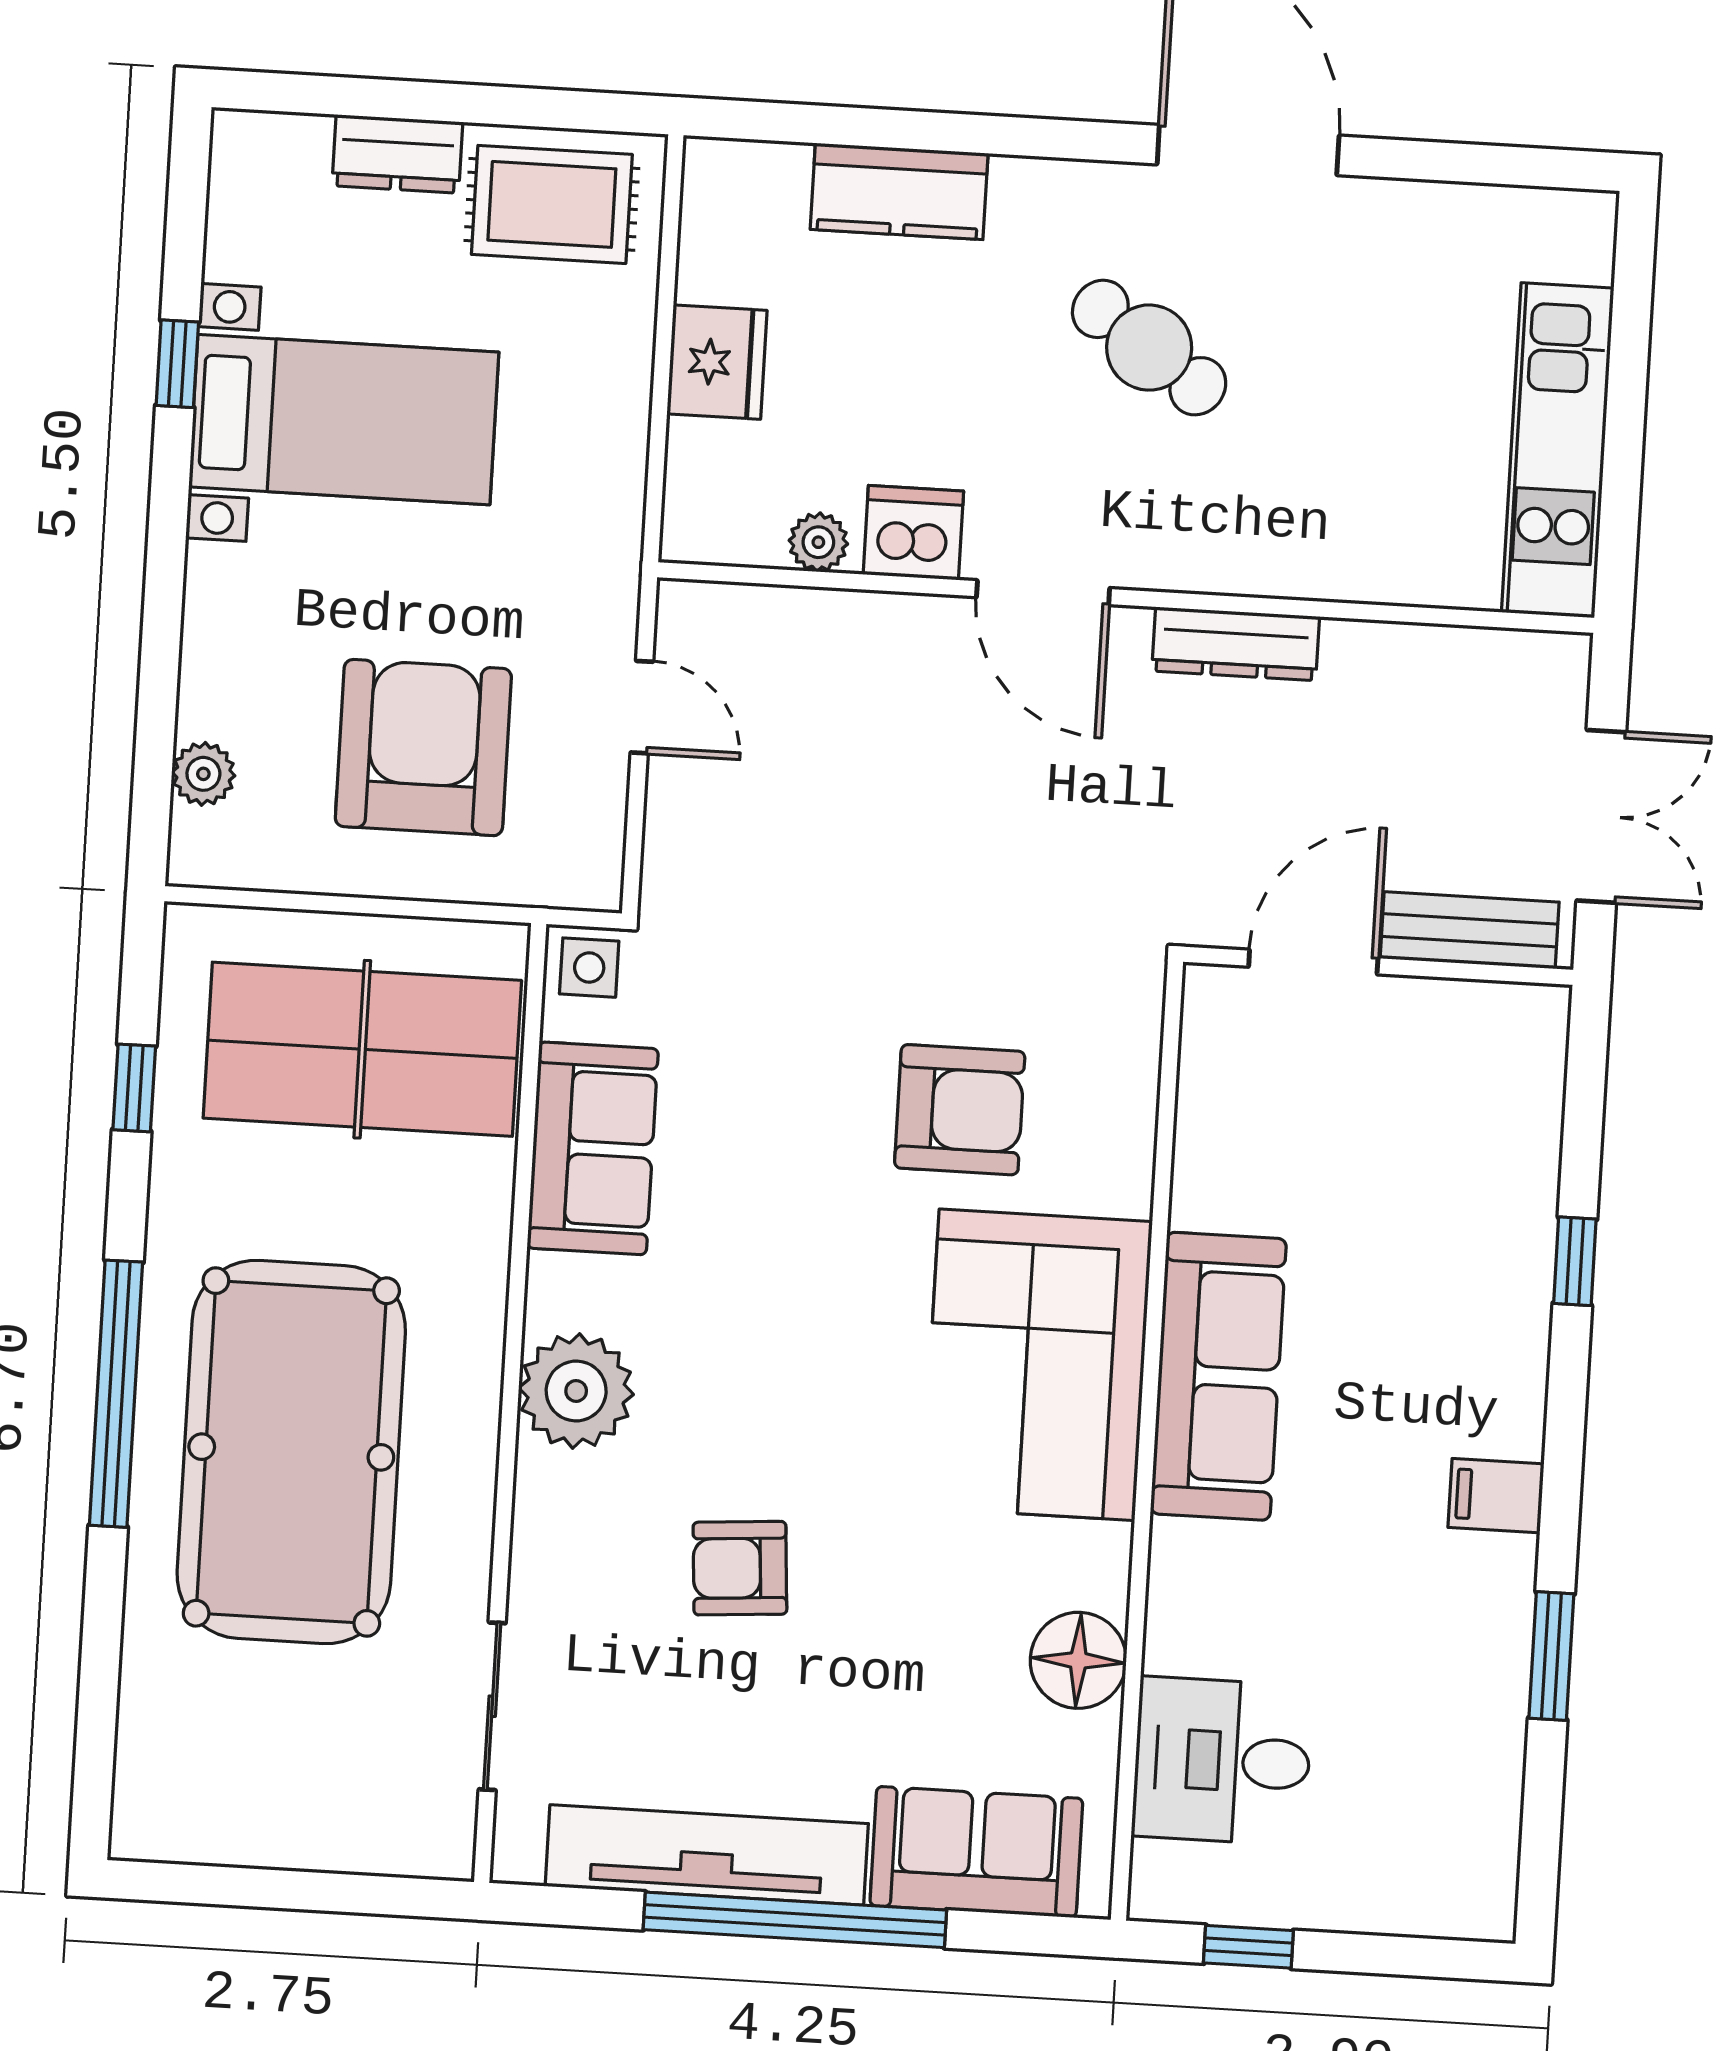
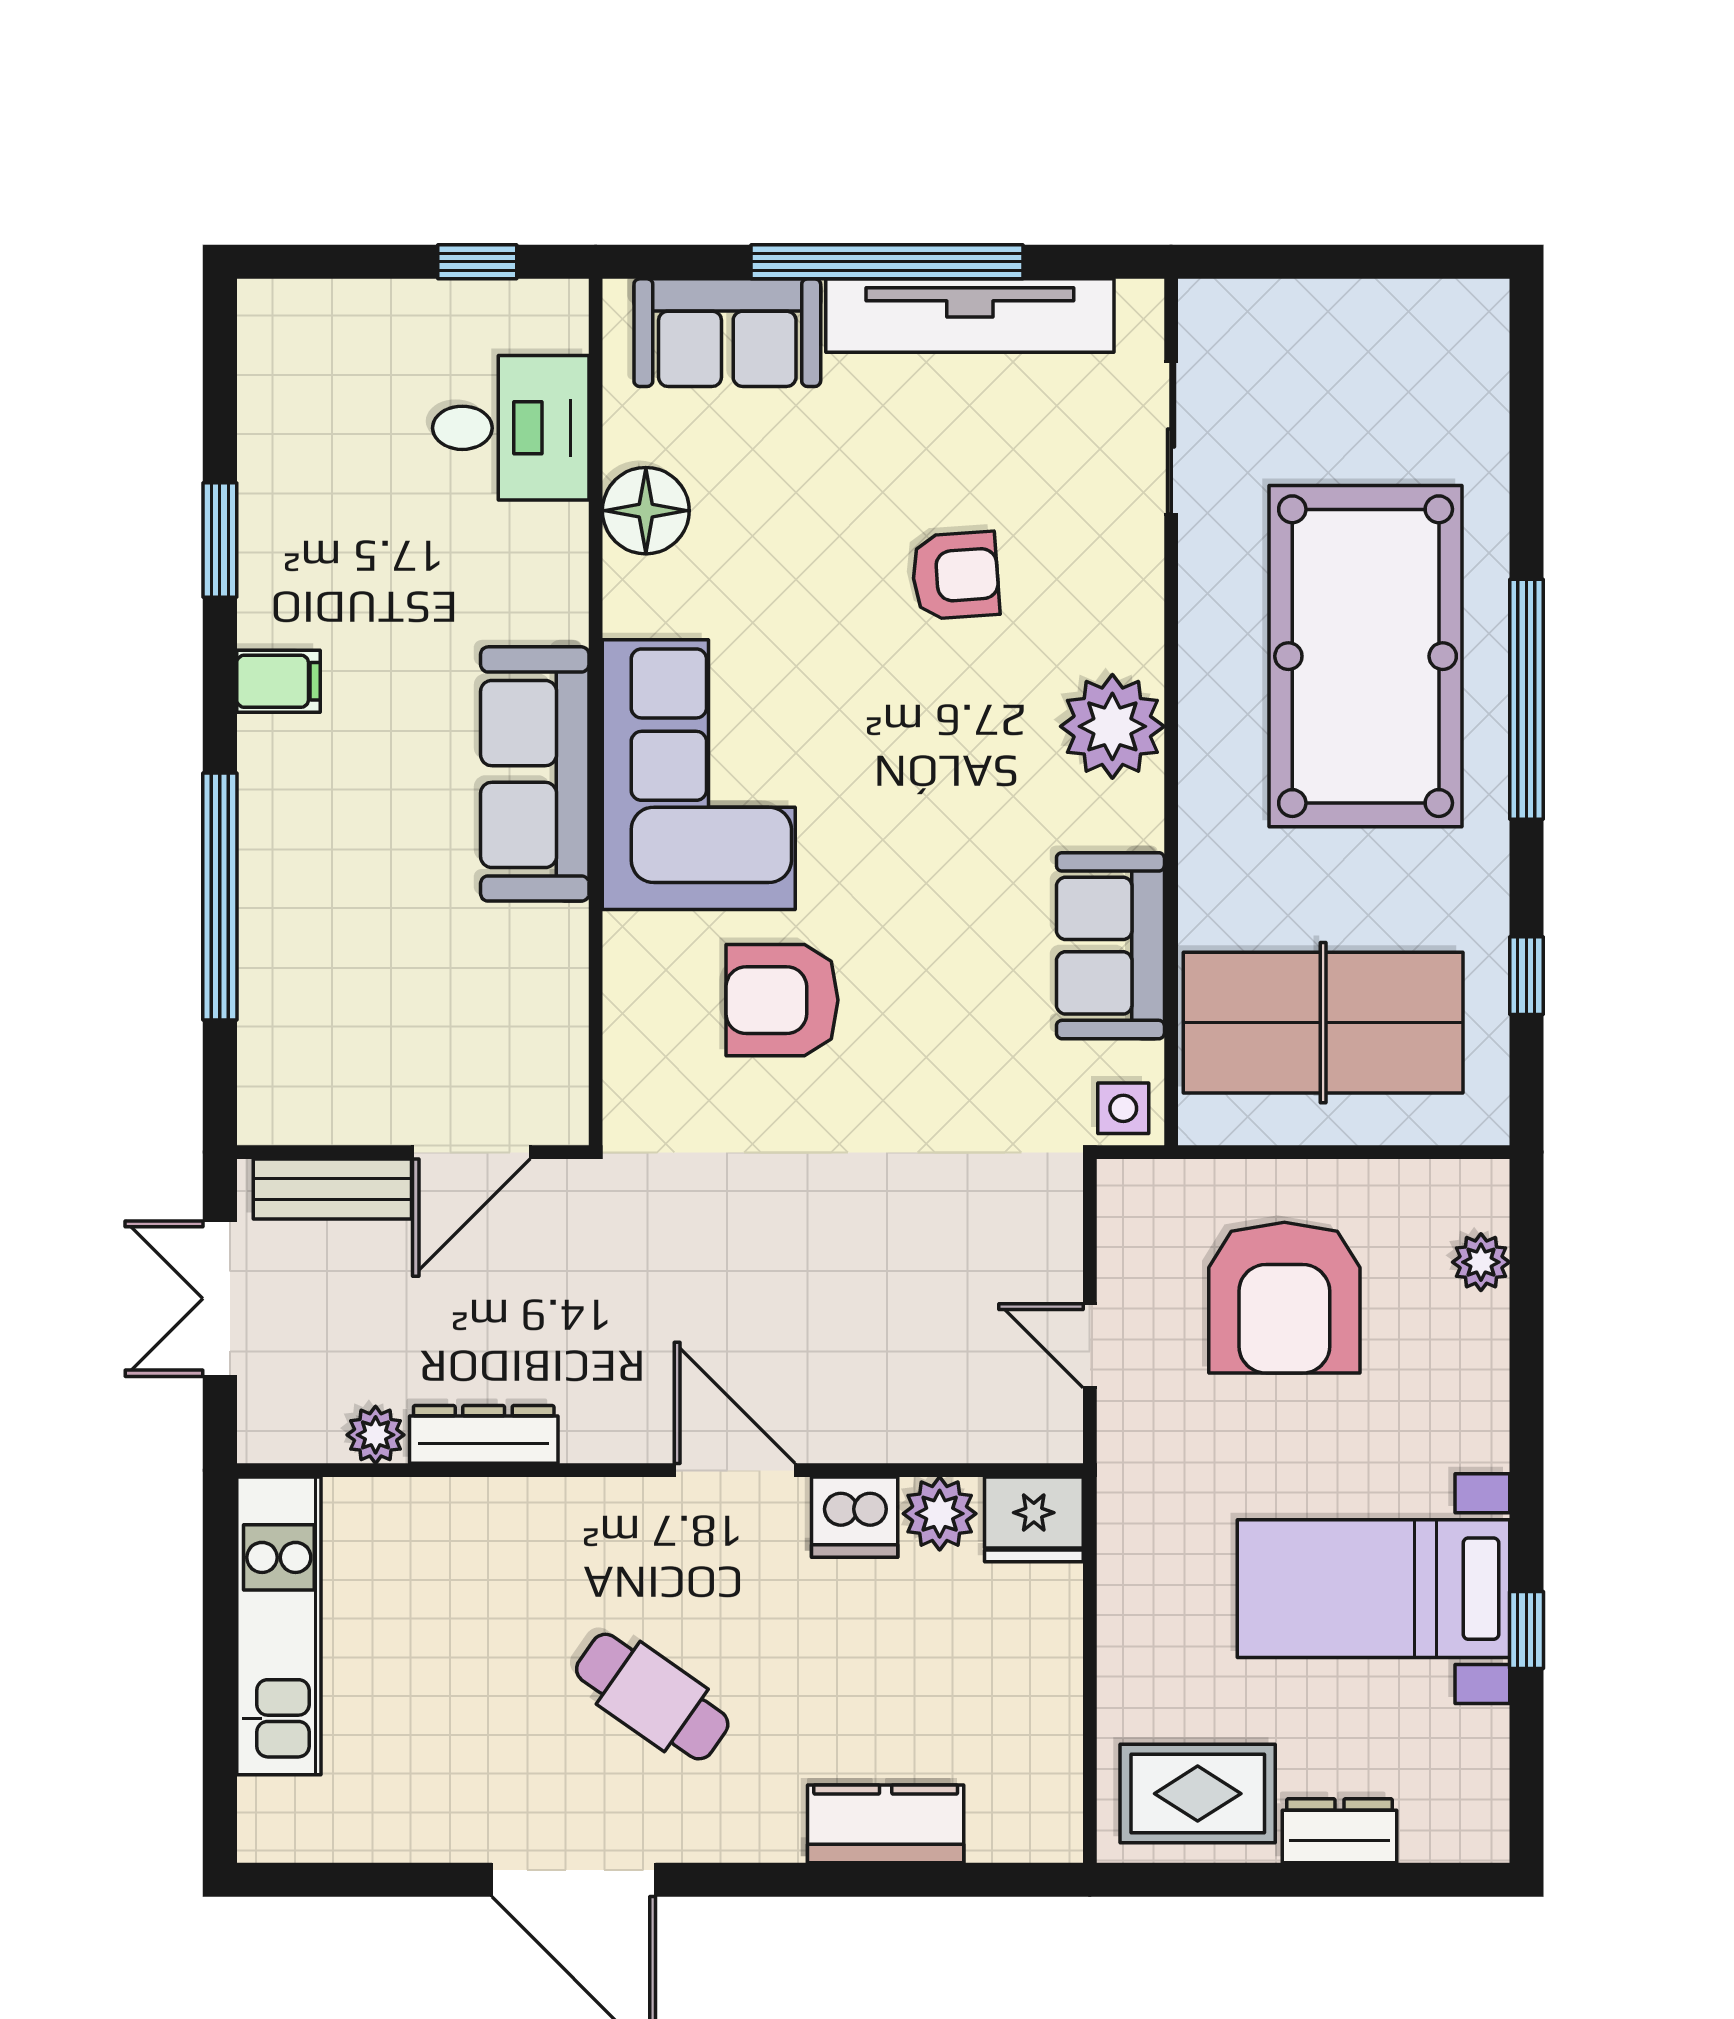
fridge: (717, 362) -> (1034, 1519), moved, turned -90
plant: (818, 542) -> (940, 1514), width x1.38, depth x1.38
dresser: (1236, 644) -> (484, 1434), moved
plant: (1438, 655) -> (376, 1435), added
window: (1575, 1261) -> (220, 897), width x3.17

